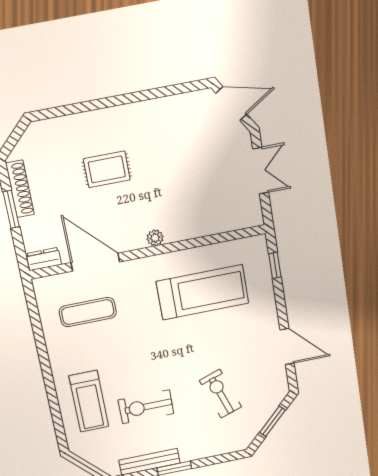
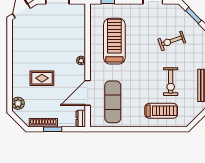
plant: (48, 131) -> (18, 103), added
rug: (107, 169) -> (42, 78), turned 90
exercise mat: (88, 312) -> (113, 102), width x1.36, depth x1.45

